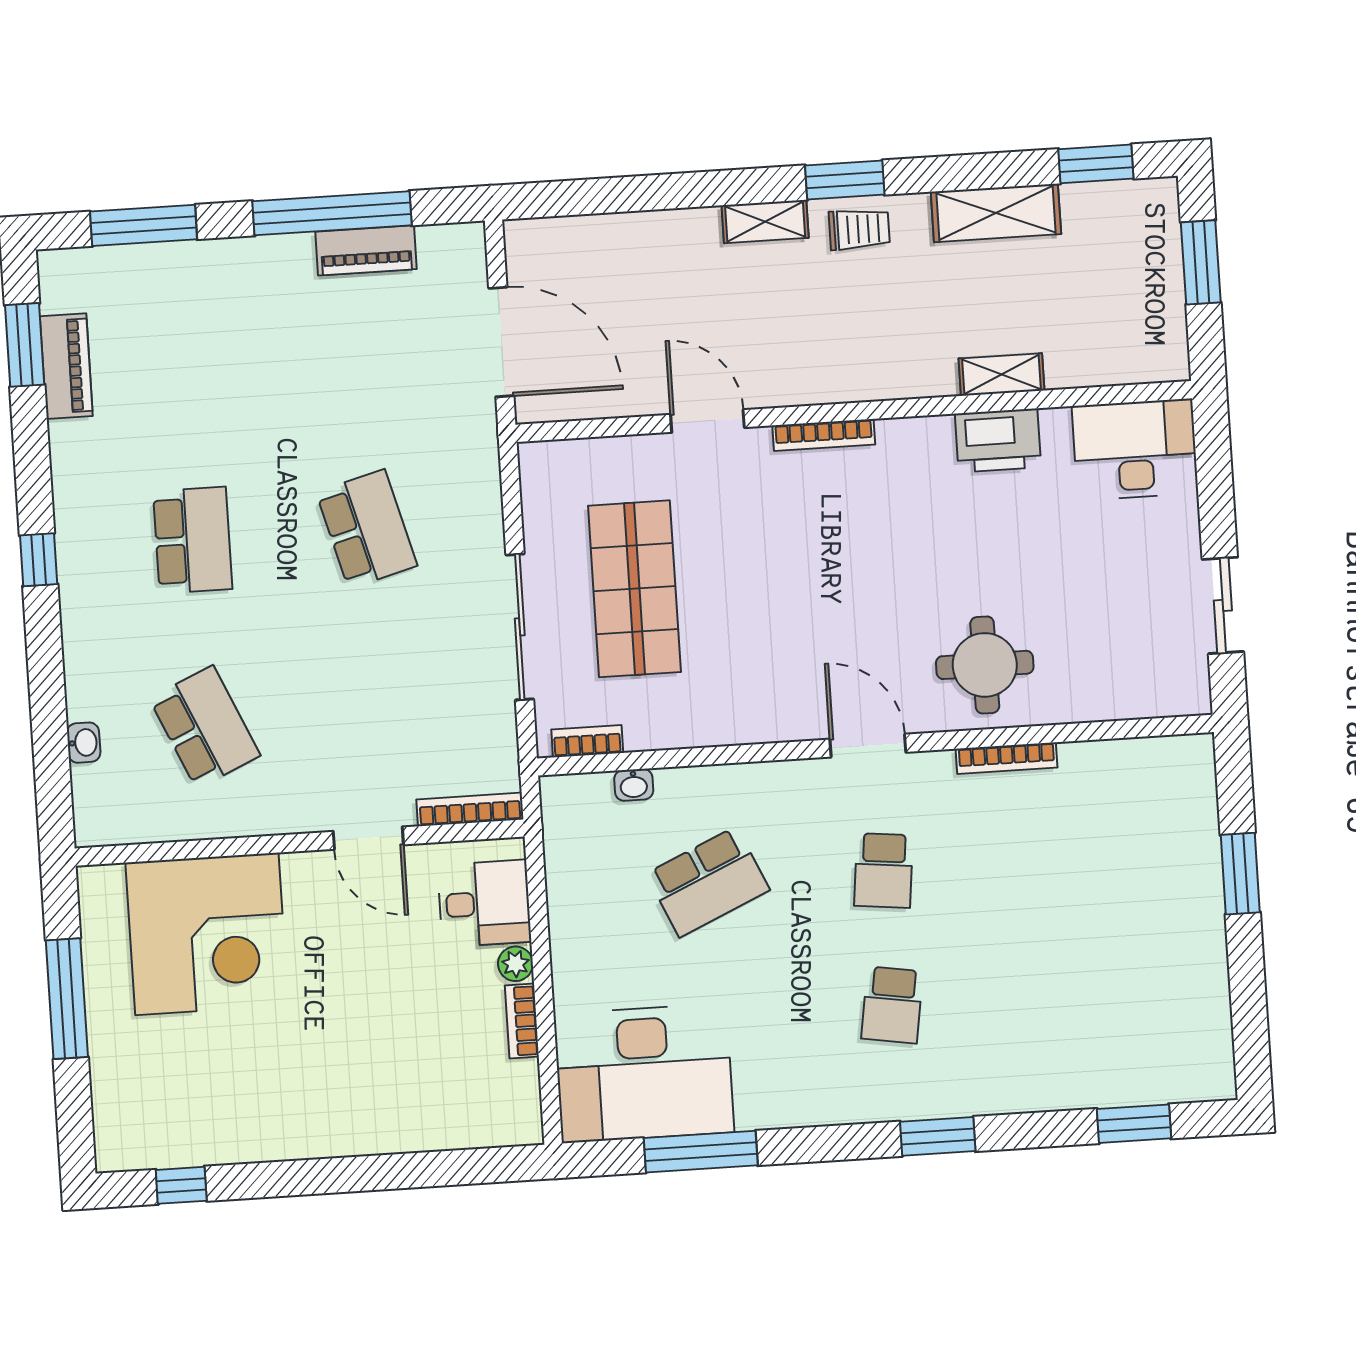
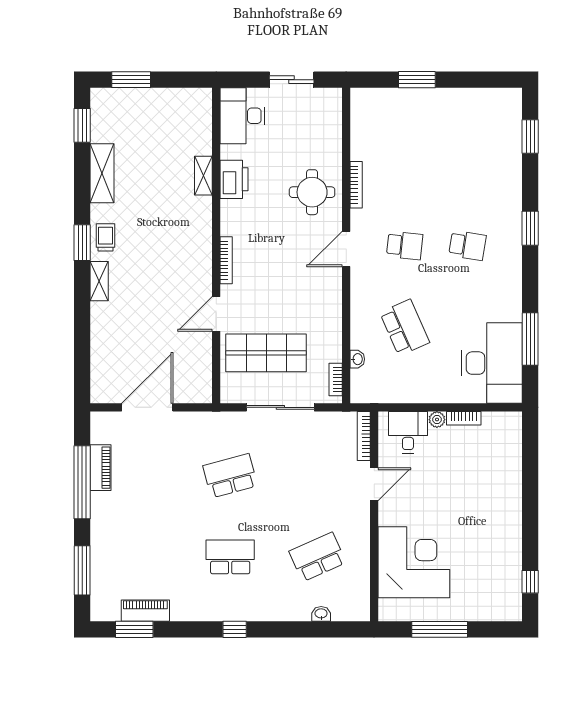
shelving: (1001, 375) -> (203, 176), moved
wall: (854, 411) -> (216, 245), moved
door: (707, 421) -> (216, 314), moved
bookcase: (824, 435) -> (226, 260), moved
printer: (998, 440) -> (234, 179), moved
desk: (1135, 450) -> (242, 116), moved

